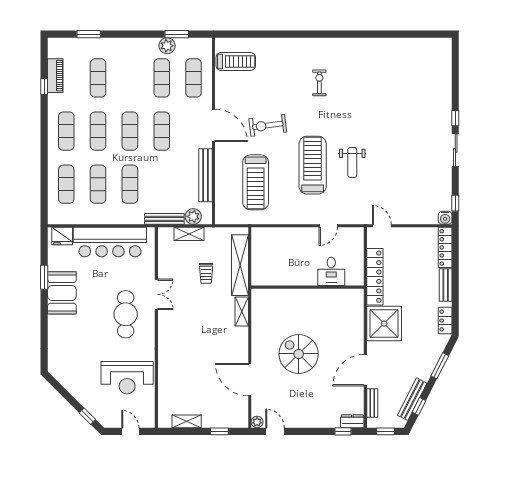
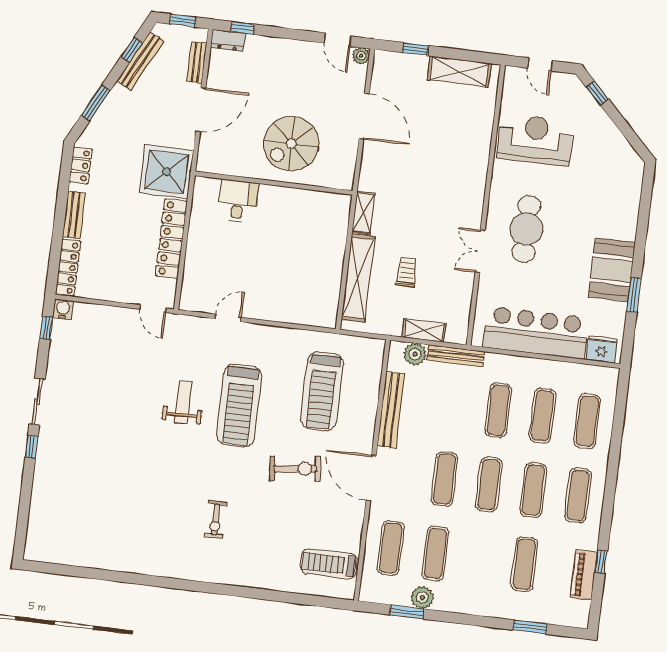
treadmill: (256, 182) -> (322, 391), turned 180
desk: (331, 271) -> (238, 201), moved
wall: (308, 287) -> (274, 183), moved
spiral stairs: (299, 354) -> (291, 144), turned 90
shelving: (187, 421) -> (459, 72), width x1.50, depth x1.33

